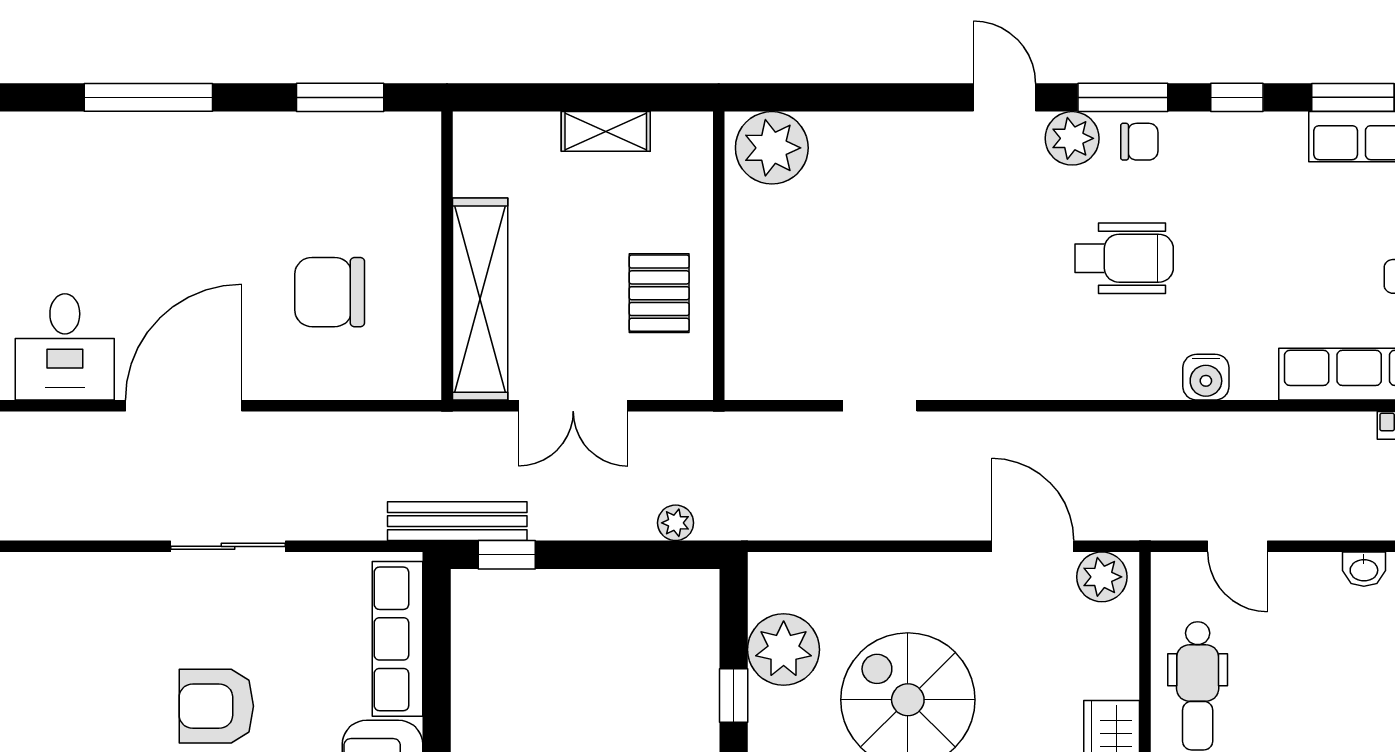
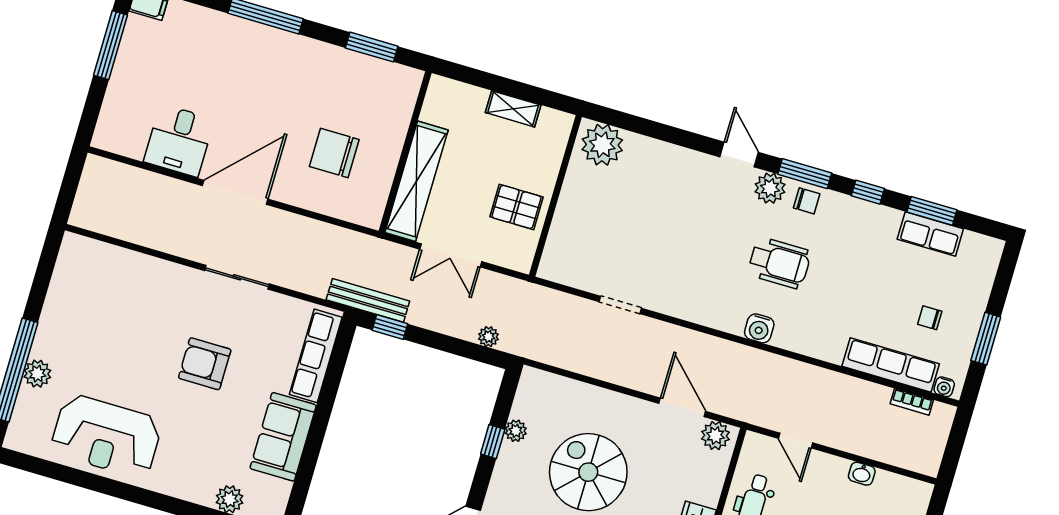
pallet: (659, 293) -> (516, 207), turned 90
water cooler: (1206, 377) -> (759, 328), moved
plant: (784, 650) -> (516, 431), width x0.53, depth x0.53

